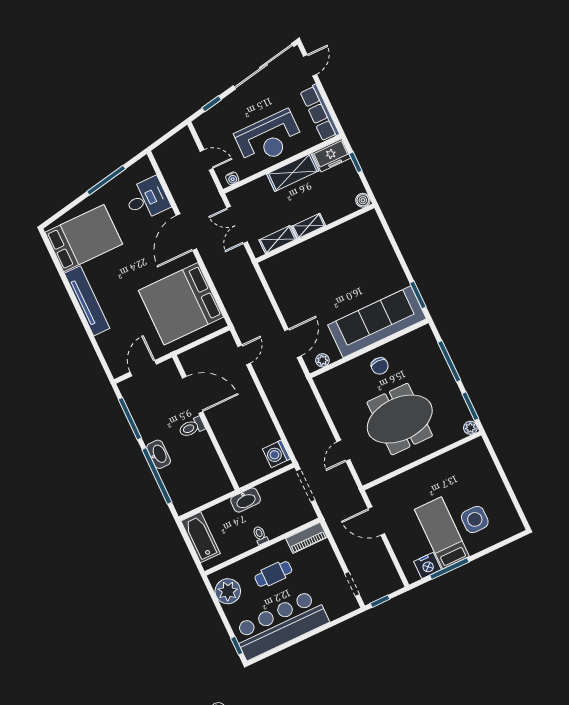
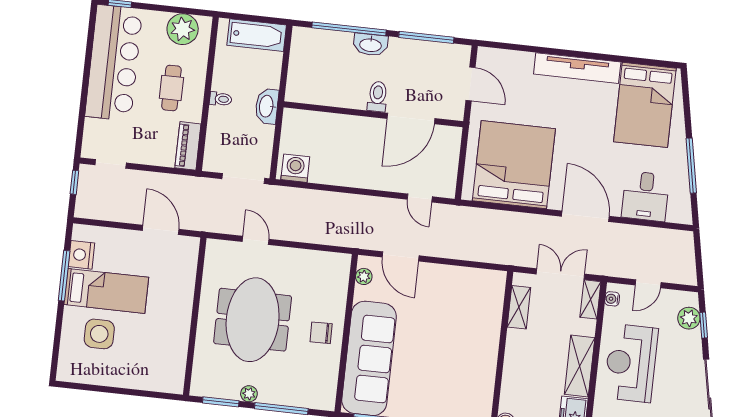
plant: (213, 117) -> (689, 318), added
shelving: (309, 226) -> (590, 299), moved
plant: (470, 428) -> (249, 394), moved
door: (376, 521) -> (161, 230), hinge flipped

